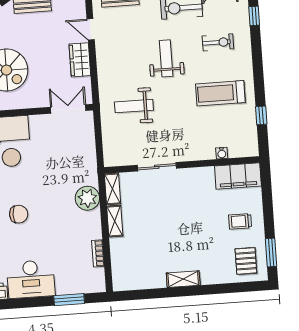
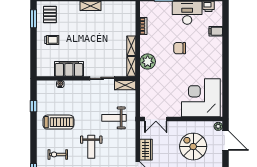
weight bench: (134, 106) -> (114, 118), turned 180
shelving: (120, 159) -> (125, 85), added
filing cabinet: (238, 176) -> (69, 69), moved
chair: (19, 214) -> (180, 48), moved

